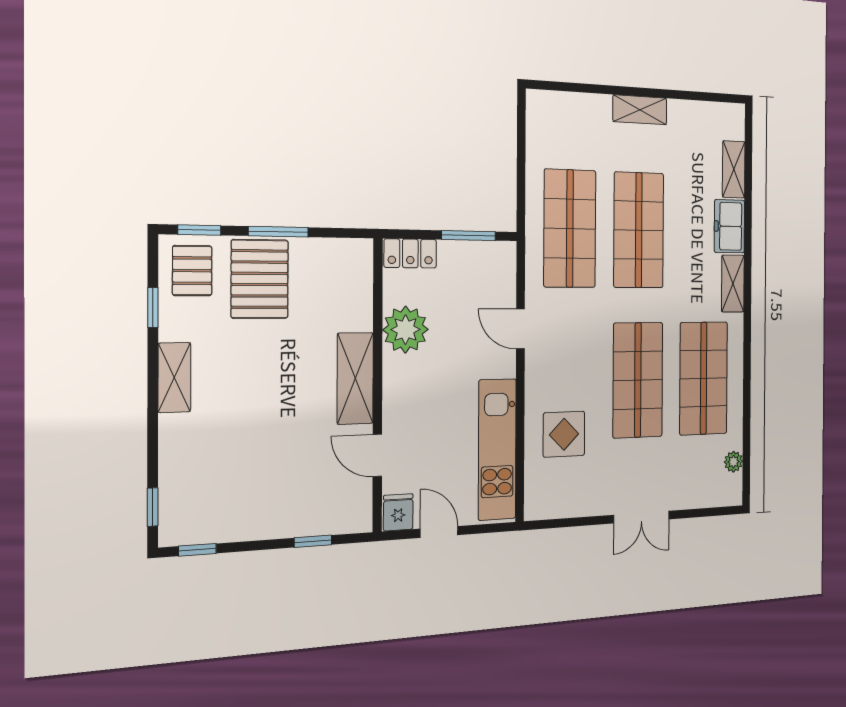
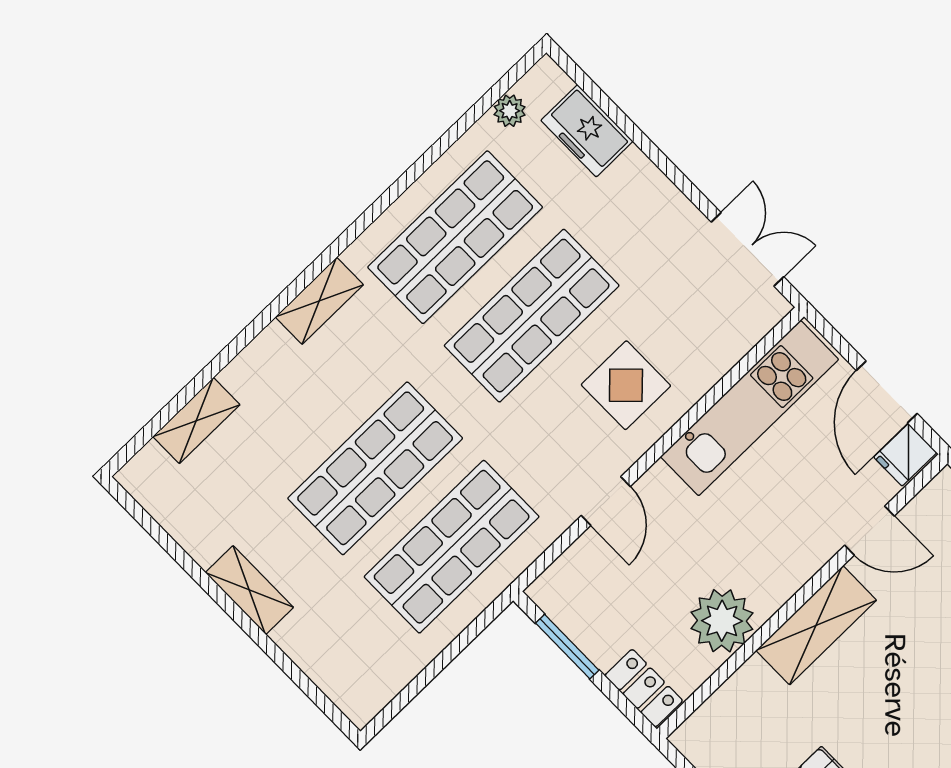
freezer: (729, 226) -> (587, 131), moved, turned 90
display table: (564, 434) -> (626, 385), moved
door: (377, 455) -> (869, 531), hinge flipped
double door: (641, 517) -> (748, 249), moved
door: (439, 532) -> (887, 392), width x1.38

